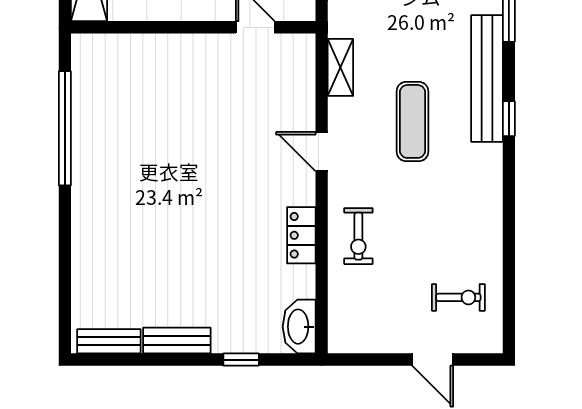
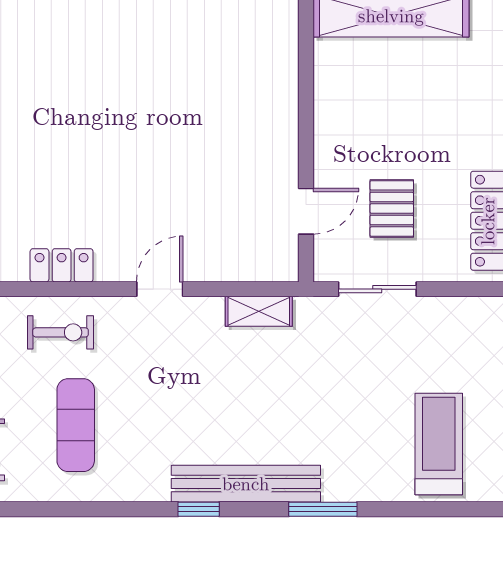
exercise mat: (412, 121) -> (76, 425), moved, turned 90
exercise bike: (358, 236) -> (61, 332), turned 180

